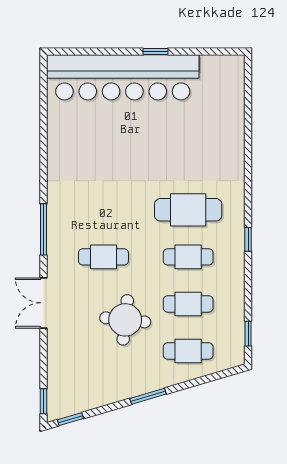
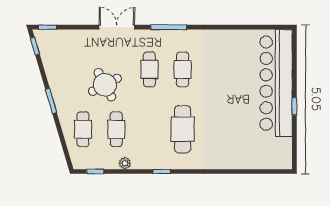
cafe table: (188, 257) -> (183, 69), moved
plant: (236, 292) -> (125, 163), added
round table: (125, 320) -> (105, 85), turned -34

